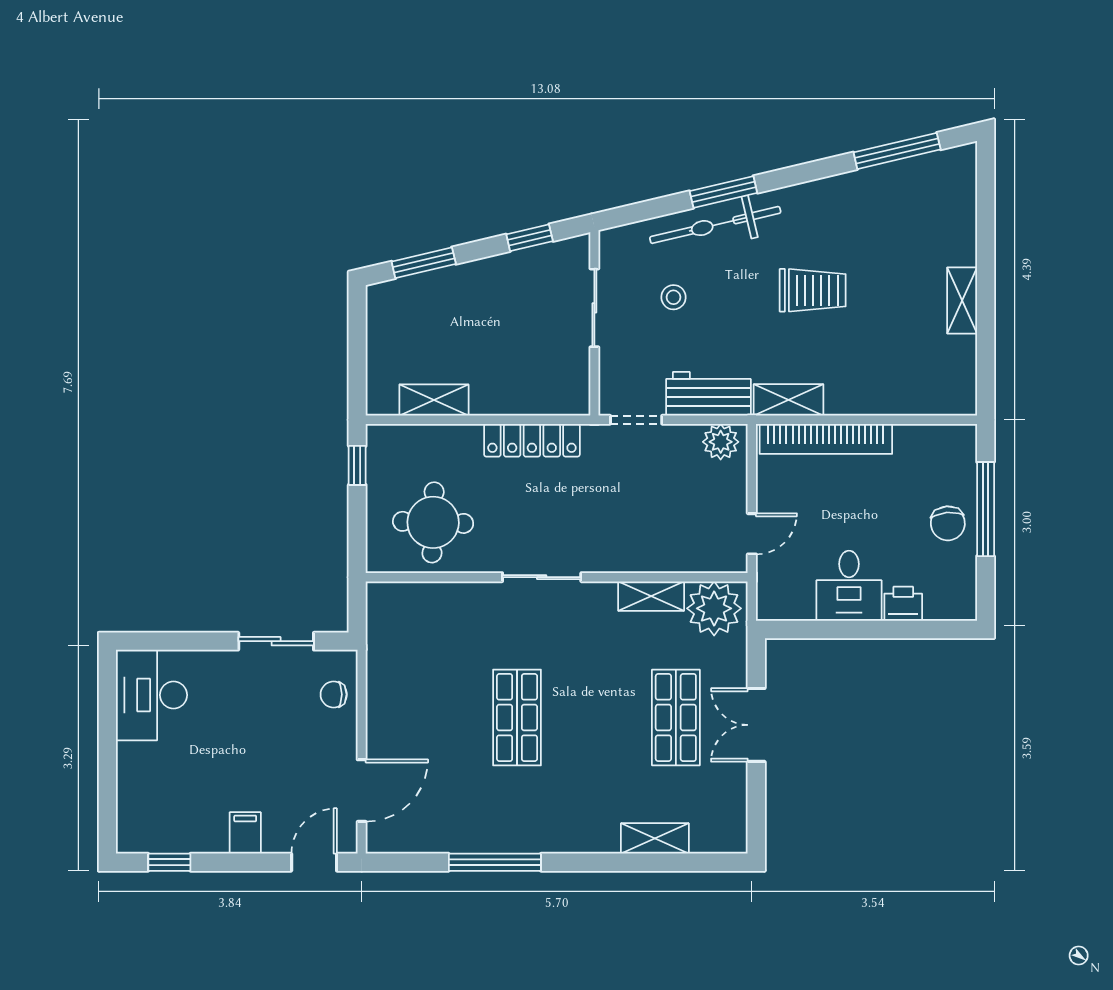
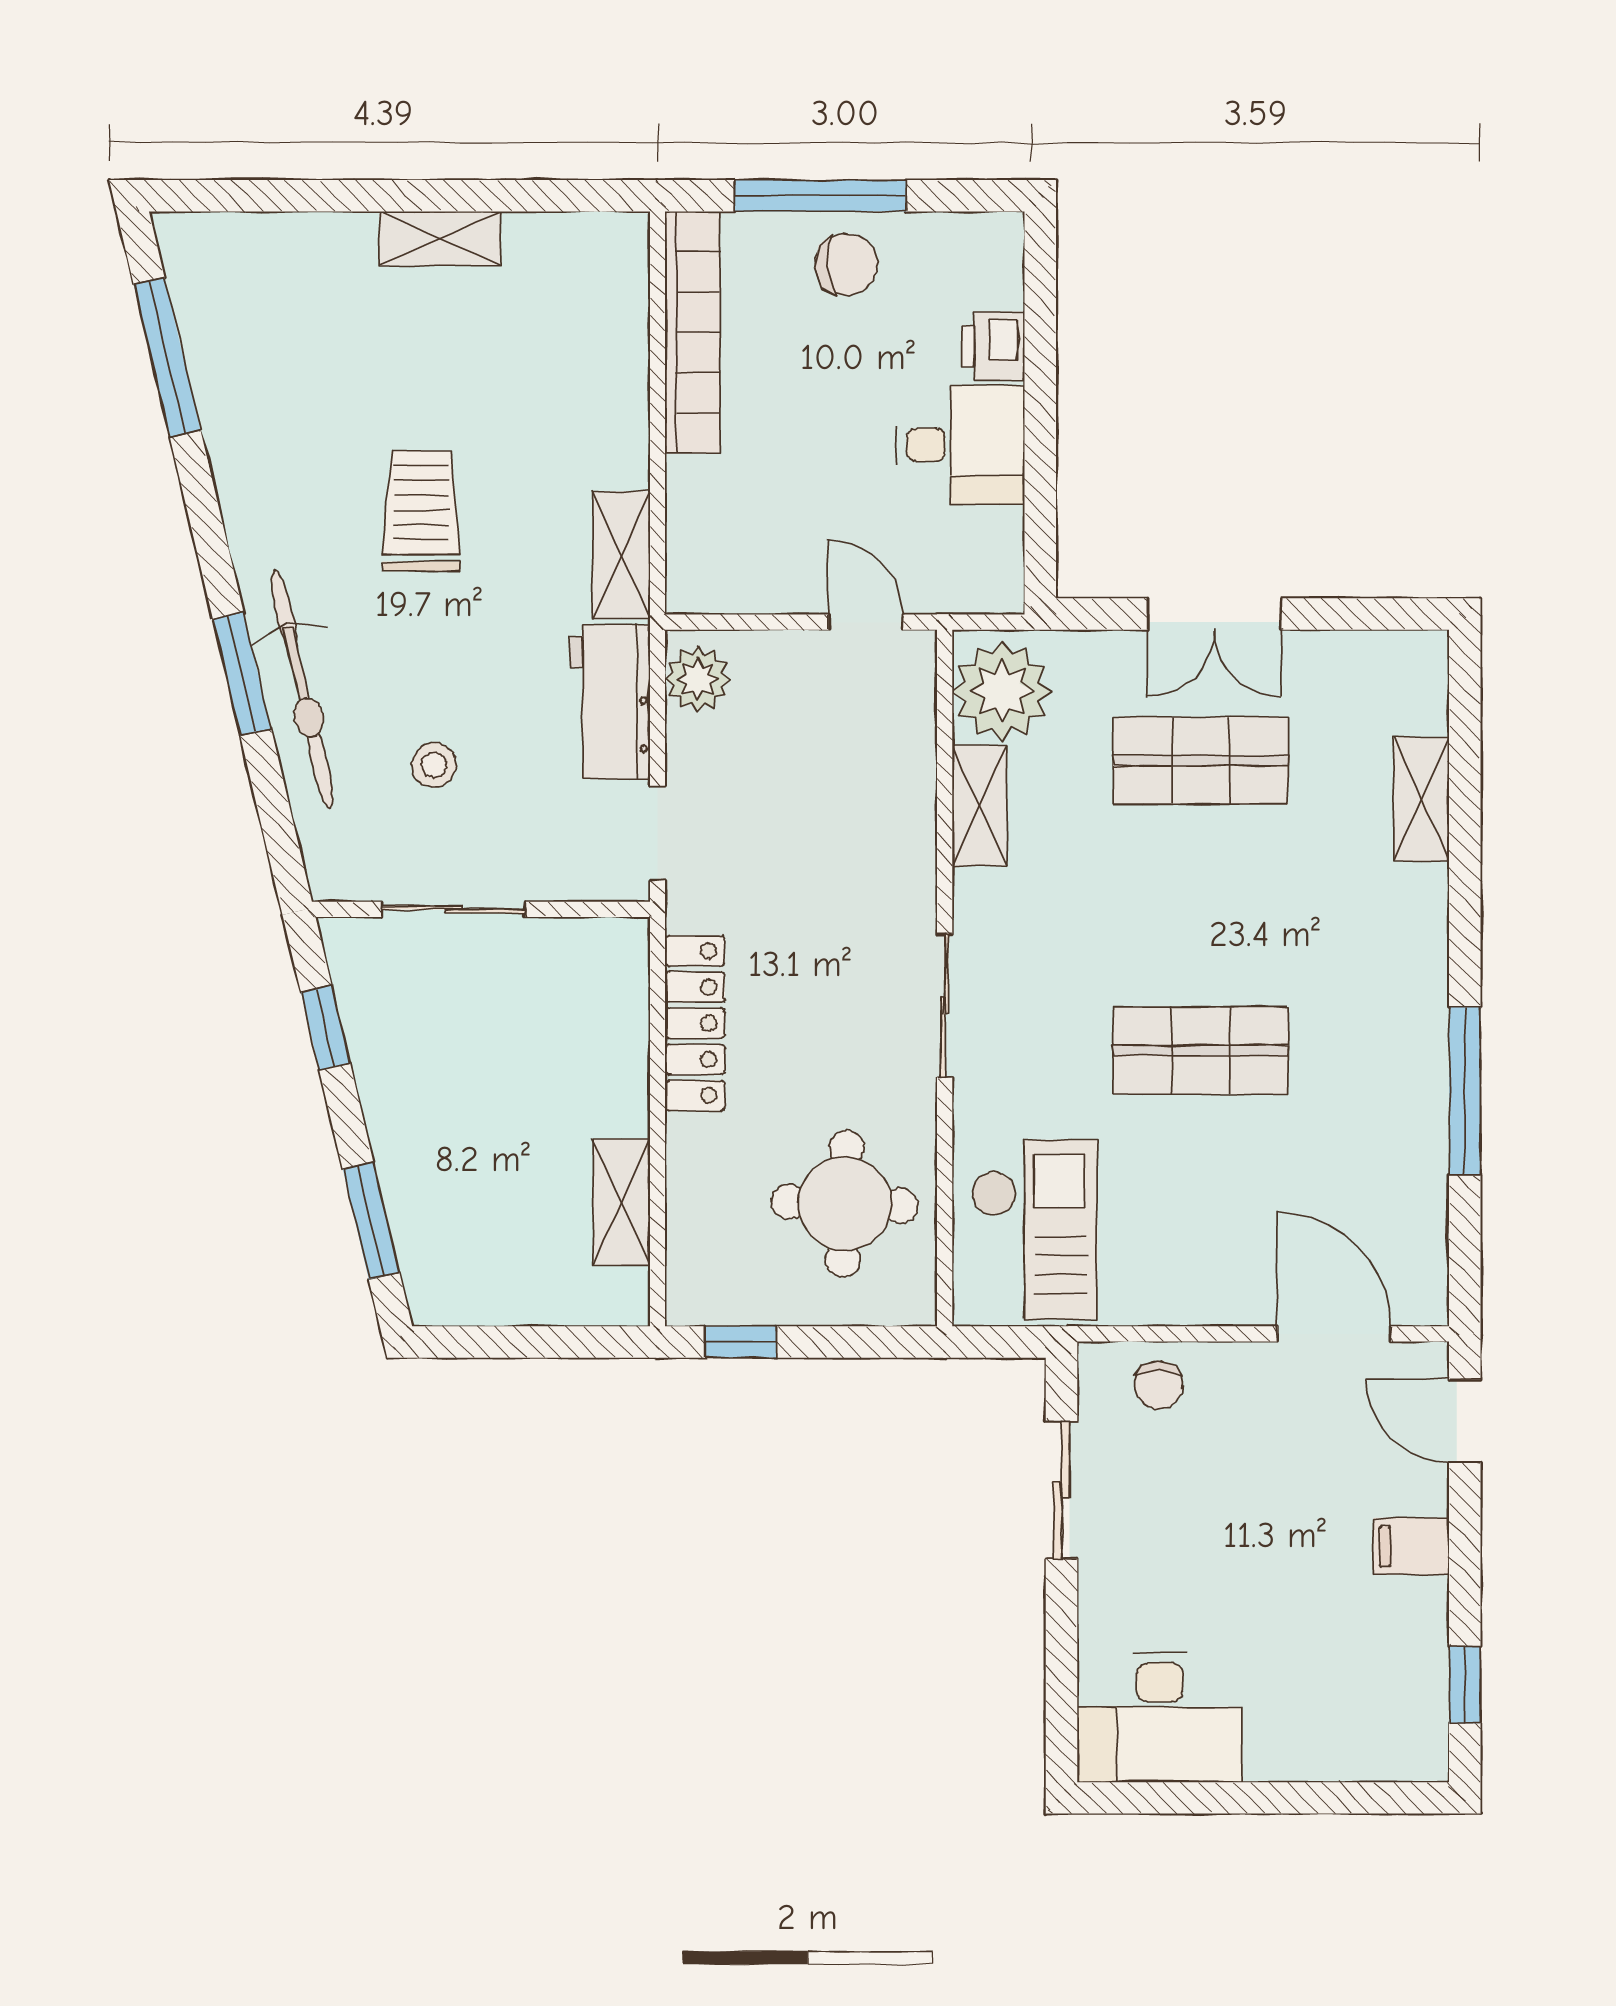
bookcase: (826, 439) -> (692, 332), moved
checkout: (419, 626) -> (1034, 1229), added

